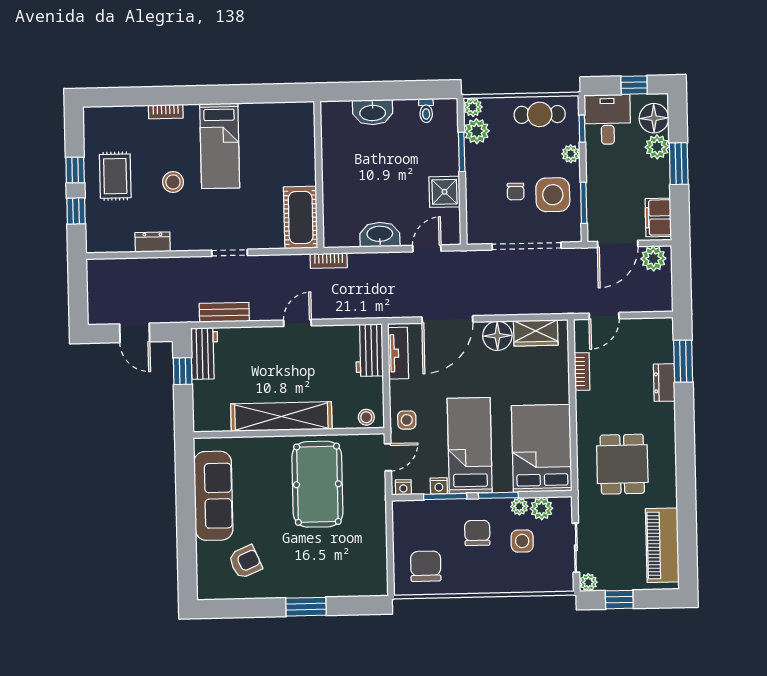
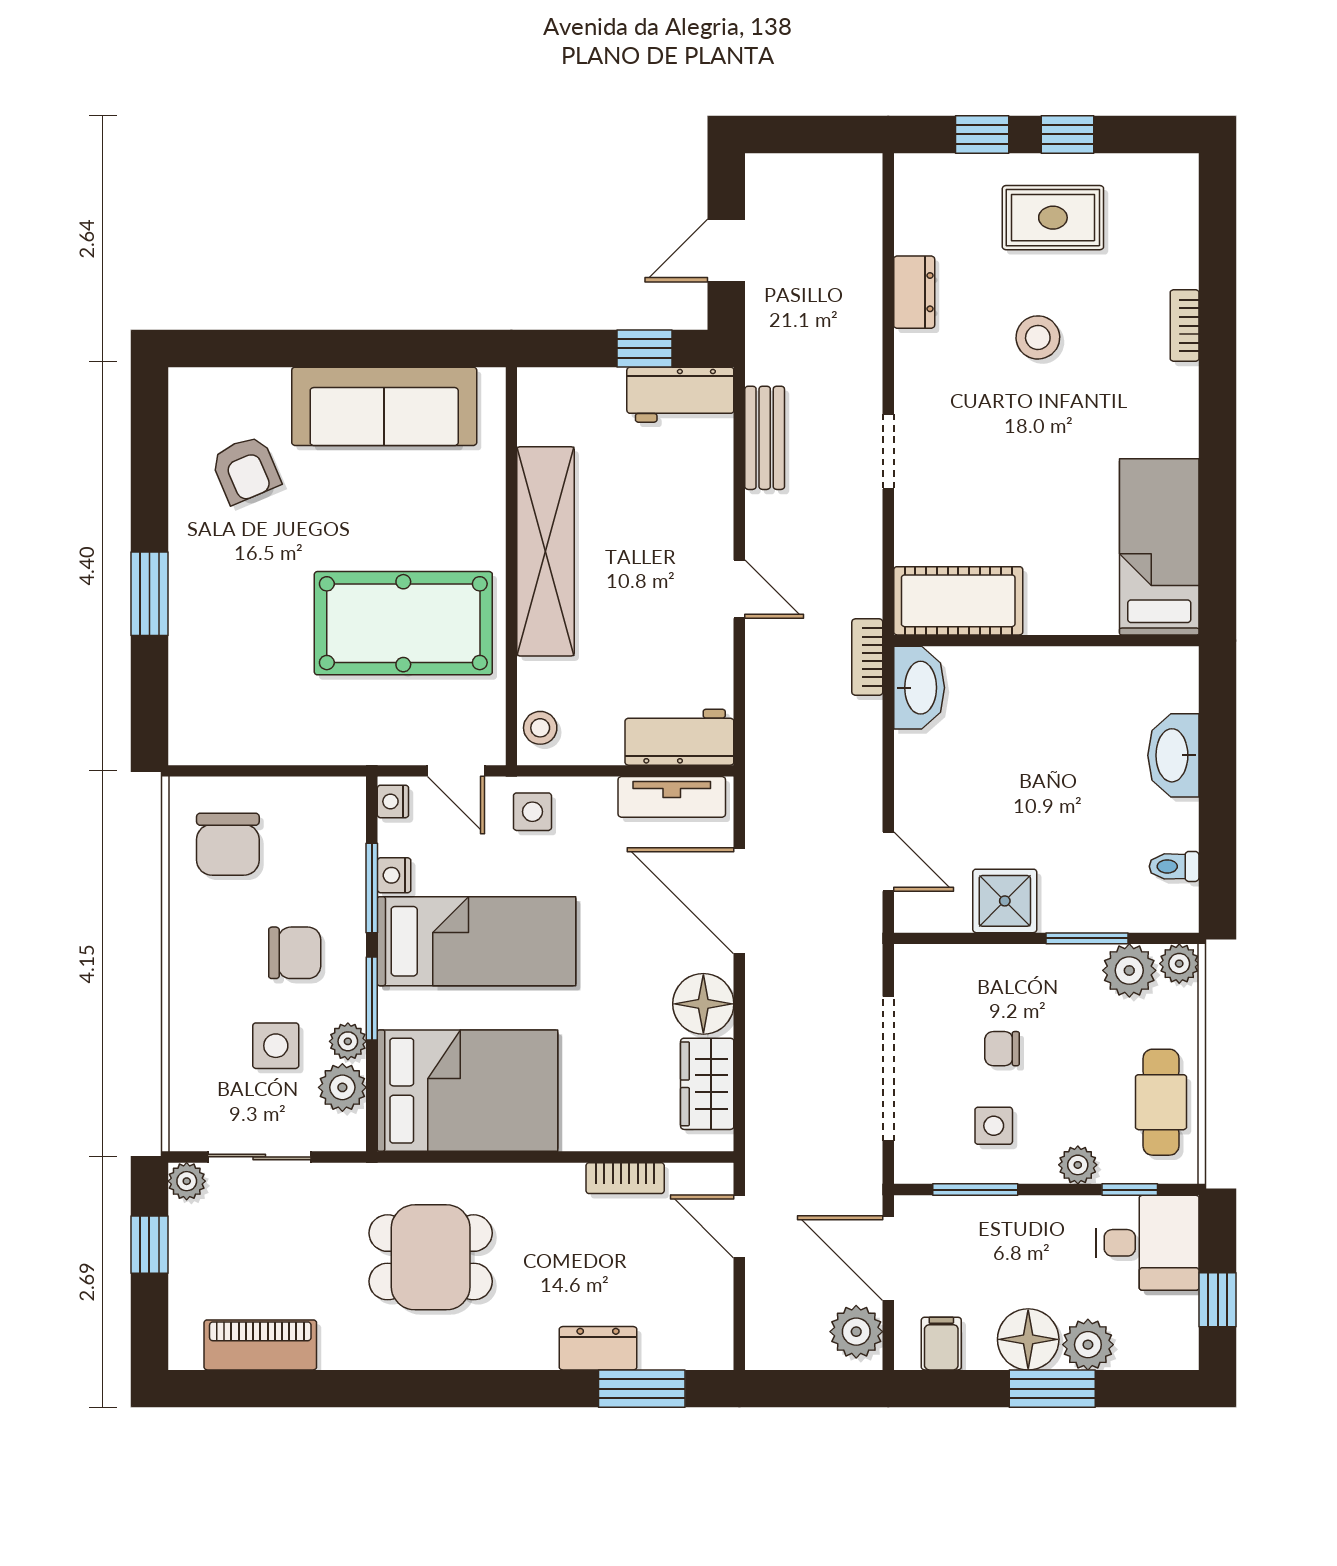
floor lamp: (654, 118) -> (1028, 1339), moved
bed: (220, 146) -> (1159, 547), moved, turned 90
side table: (553, 195) -> (994, 1126), width x0.54, depth x0.54
filing cabinet: (658, 218) -> (941, 1344), width x0.50
washbasin: (380, 235) -> (919, 688), moved
piano: (662, 545) -> (260, 1345), width x0.73, depth x0.75
chair: (426, 566) -> (228, 844), turned 90

